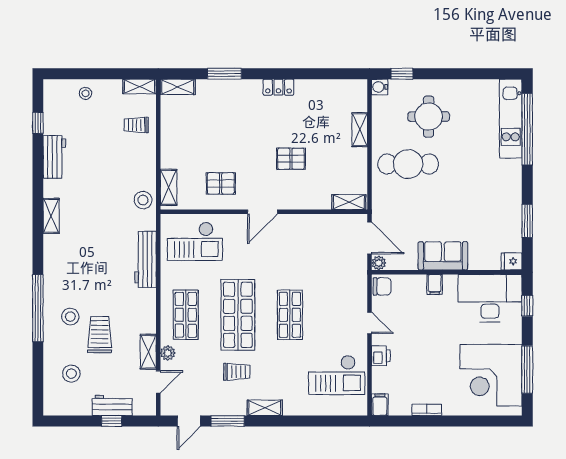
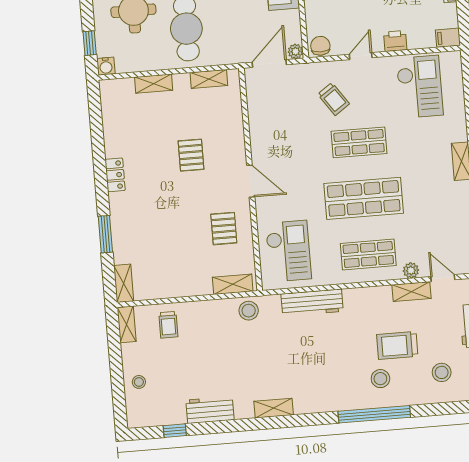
shelving: (349, 202) -> (209, 79), moved, turned 90
trolley: (237, 372) -> (334, 99), moved, turned 145

